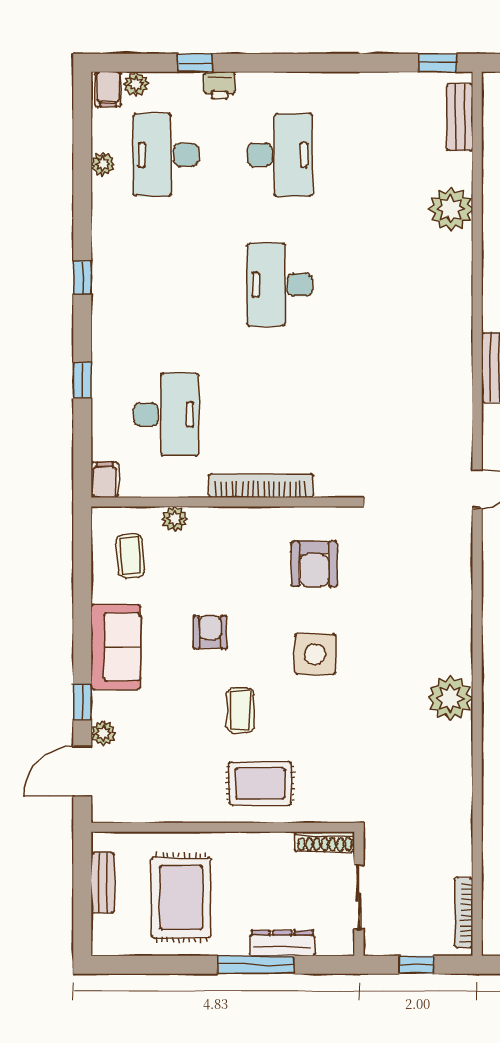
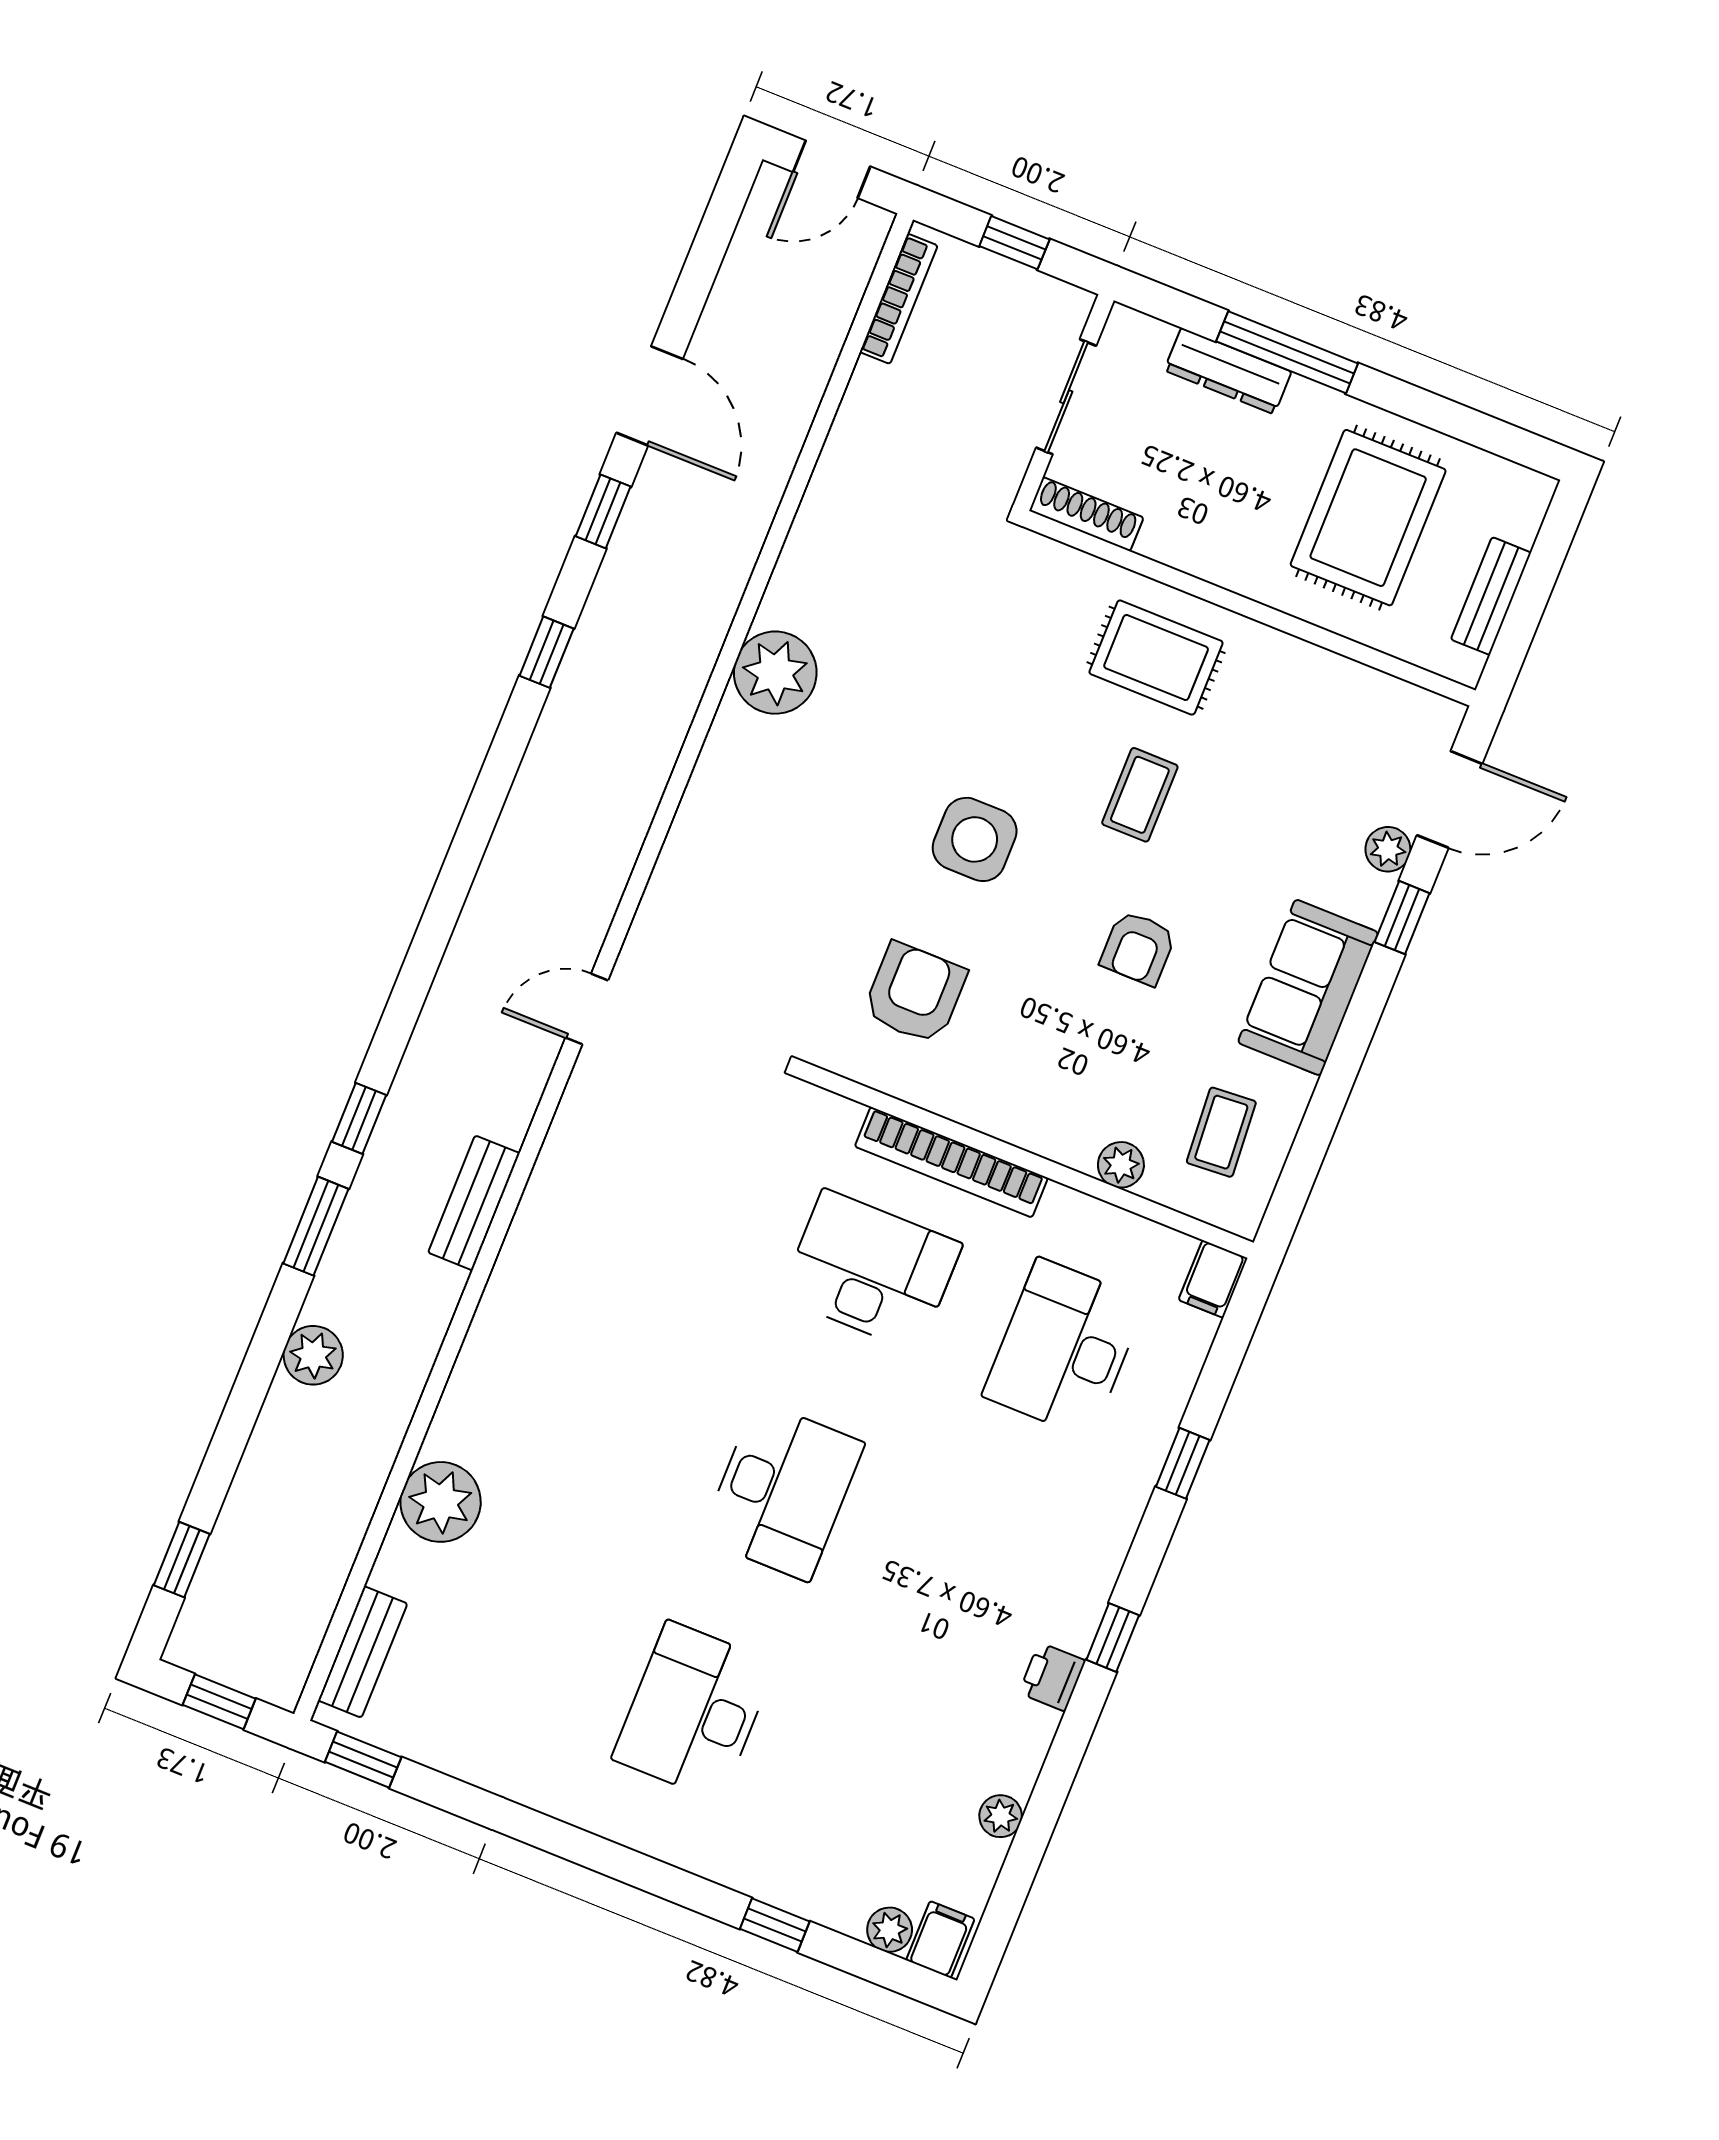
printer: (220, 85) -> (1052, 1677), moved, turned -90
desk: (166, 155) -> (871, 1271), moved, turned -90

